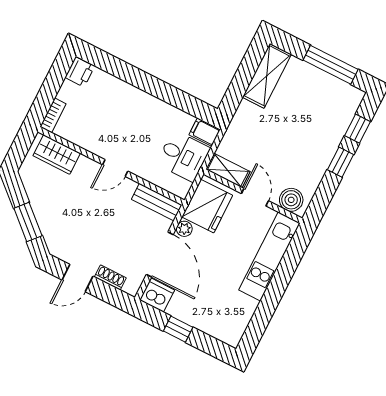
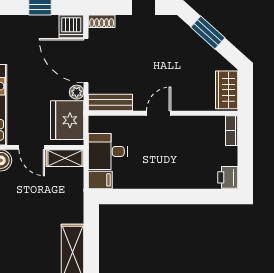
wardrobe: (57, 154) -> (227, 90), moved, turned -90
shoe rack: (110, 277) -> (102, 21), moved

